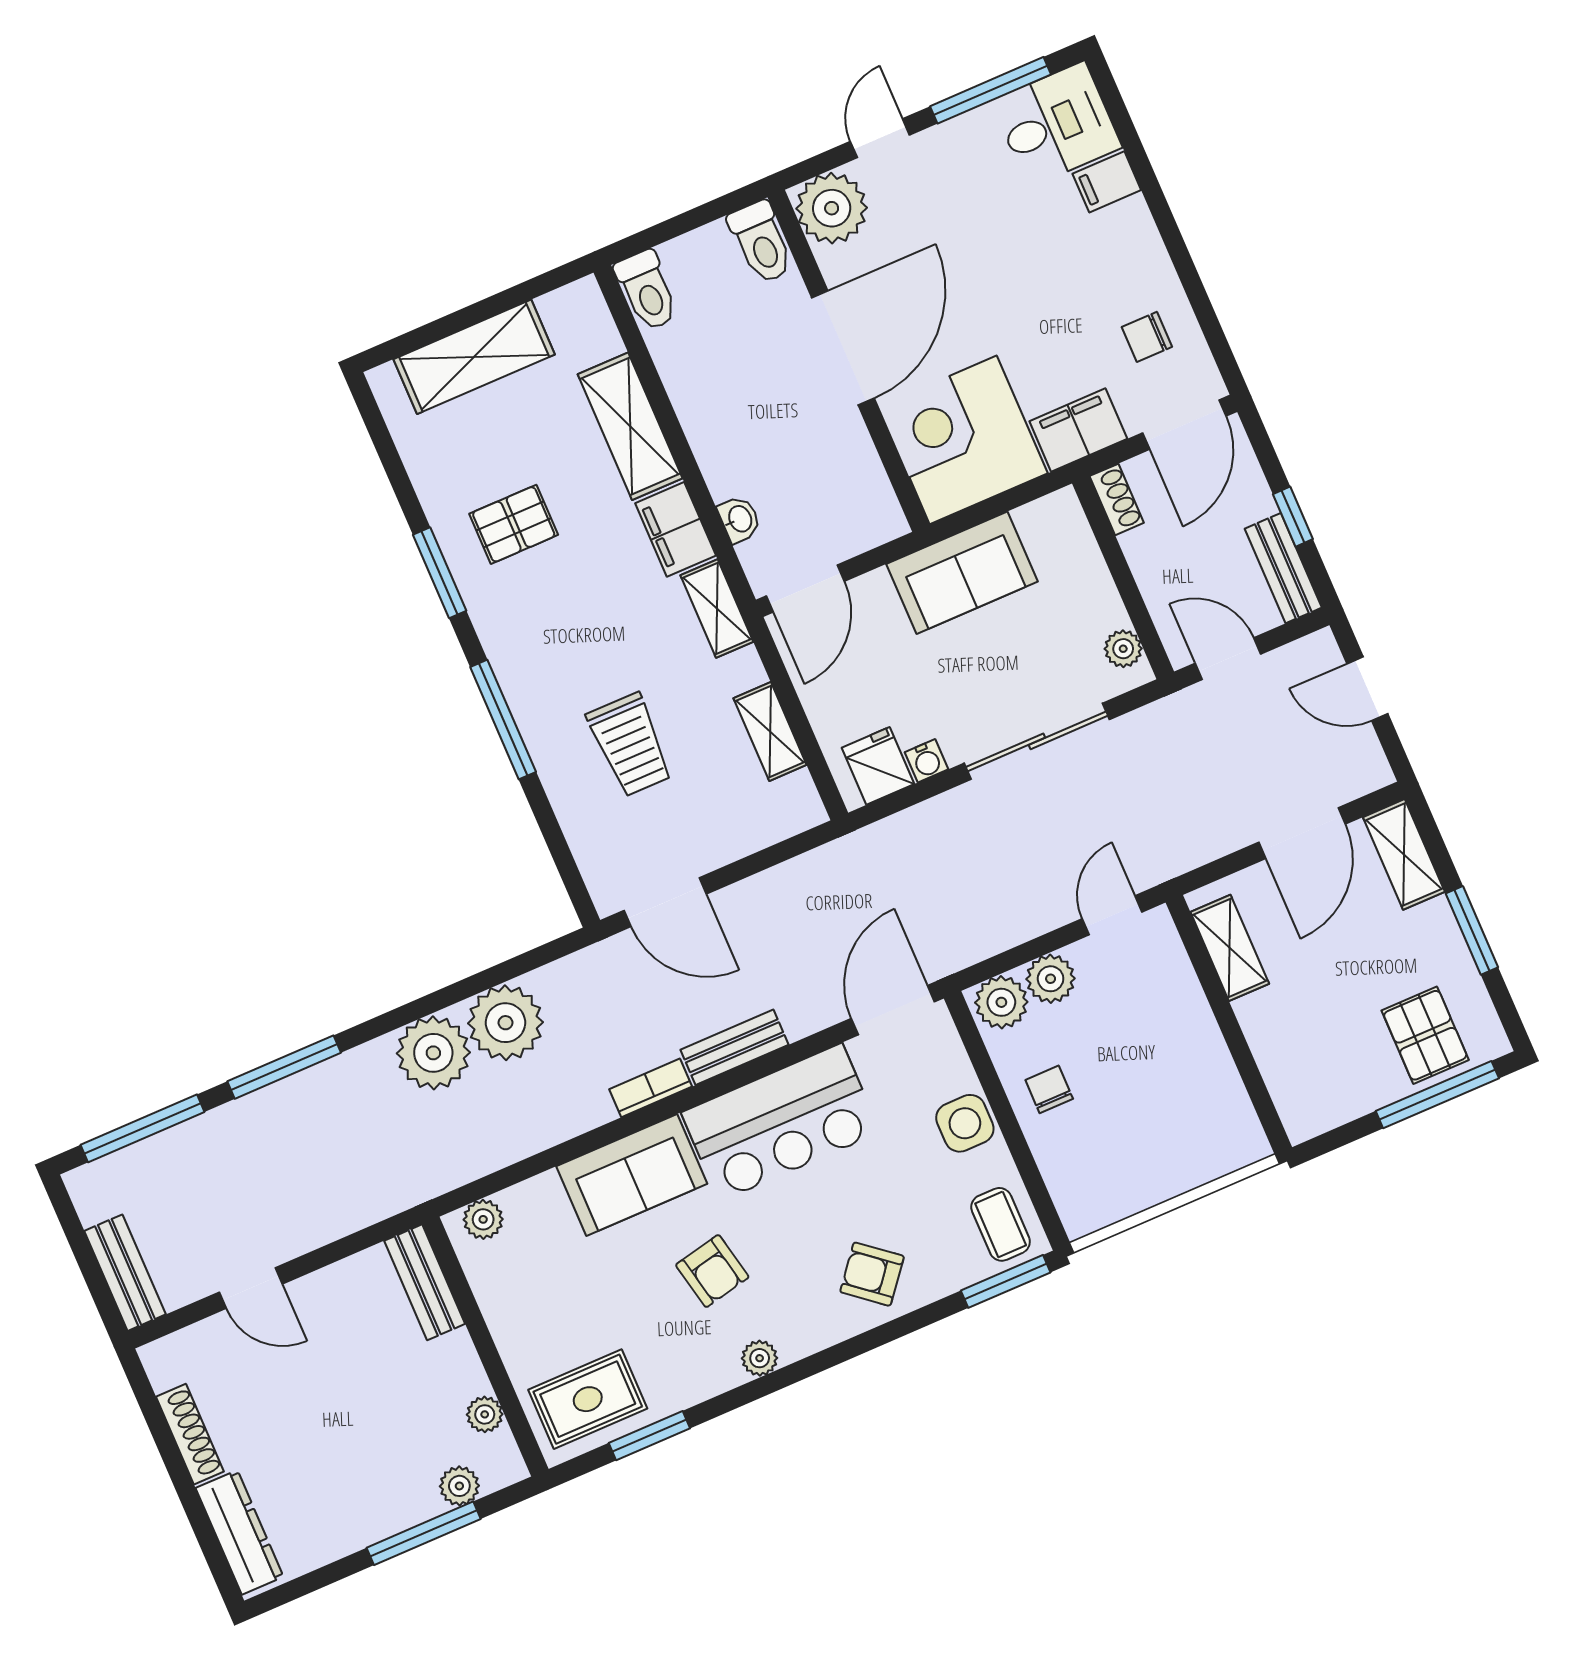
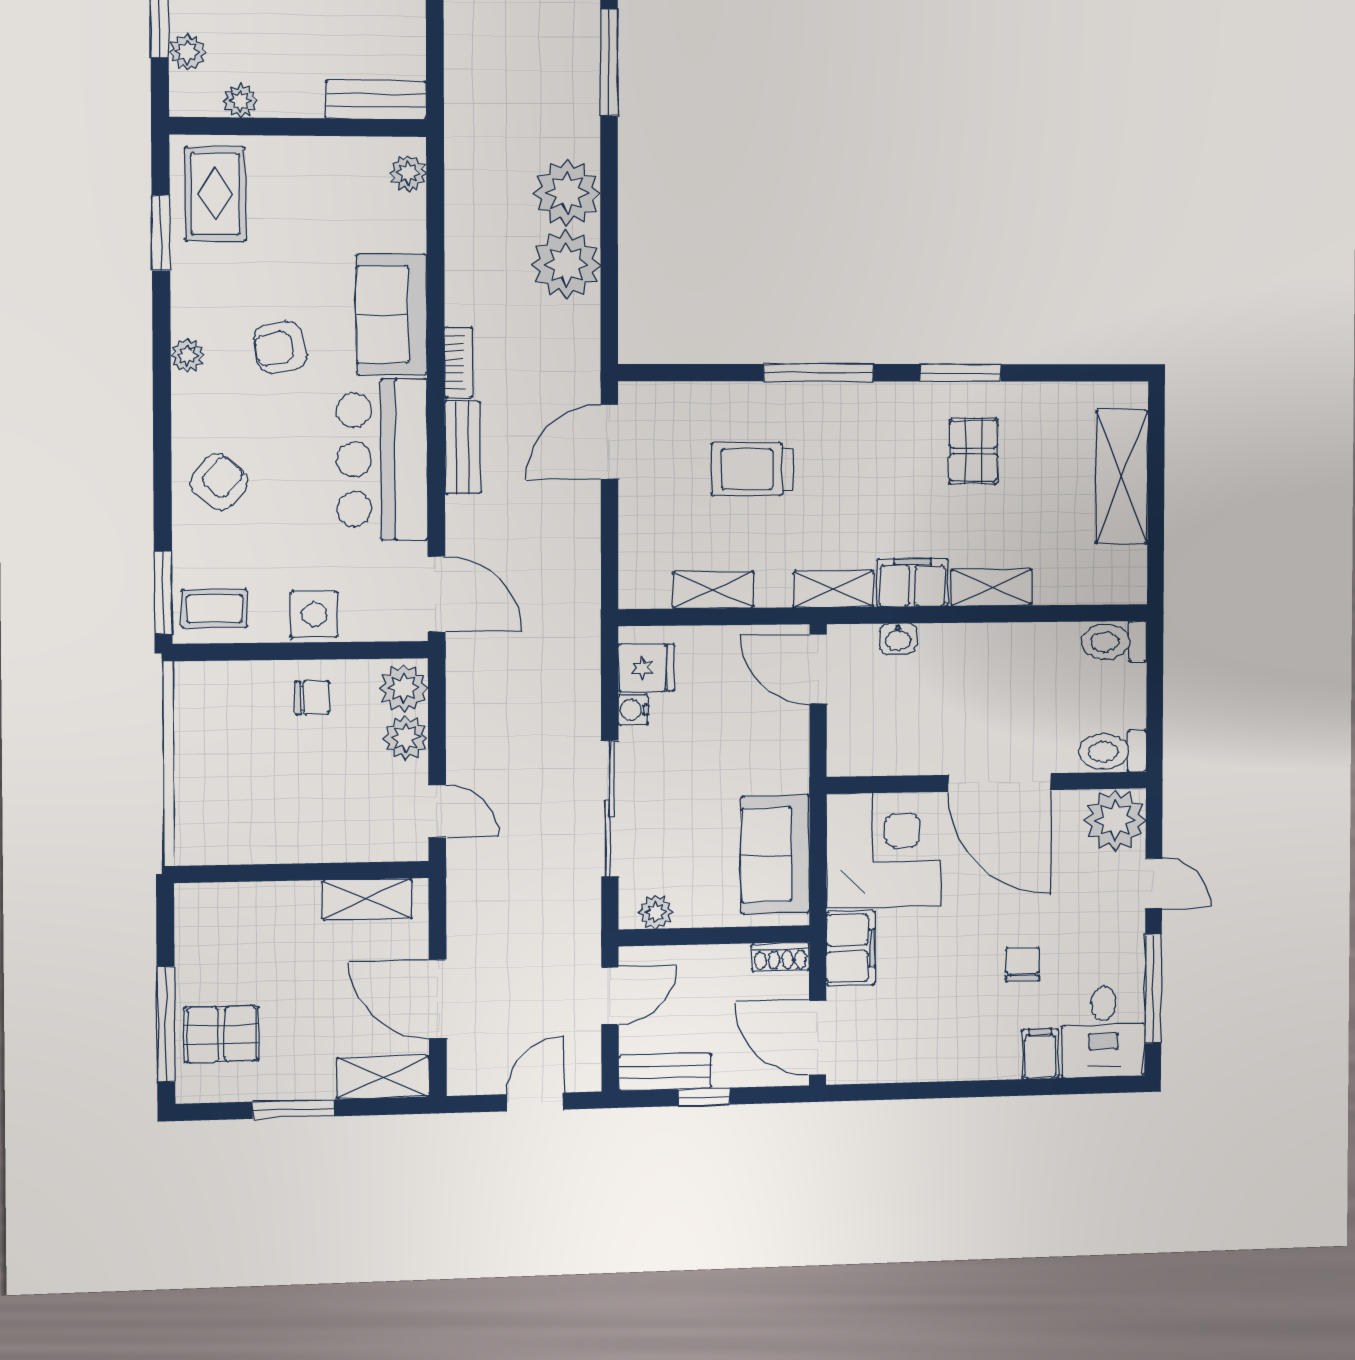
chair: (1147, 337) -> (1023, 964), moved
shelving: (630, 426) -> (991, 587), width x0.67, depth x0.75
sofa: (962, 573) -> (775, 855), moved

